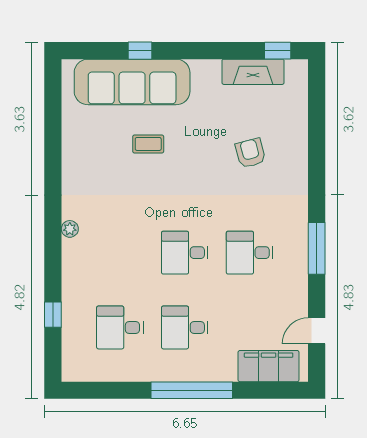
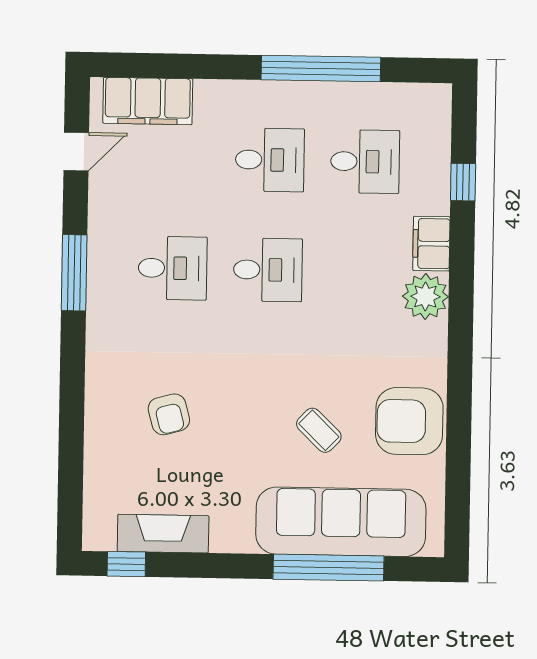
window: (140, 51) -> (329, 568), width x3.17
coffee table: (148, 144) -> (319, 430), turned 44
armchair: (87, 151) -> (409, 421), added
plant: (70, 229) -> (425, 297), width x1.87, depth x1.87
filing cabinet: (74, 272) -> (431, 244), added
window: (192, 390) -> (321, 69), moved

